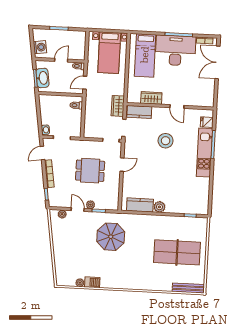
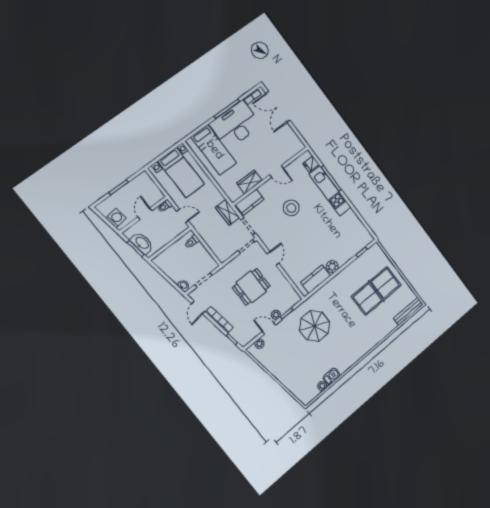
door: (85, 83) -> (182, 216), swing flipped

